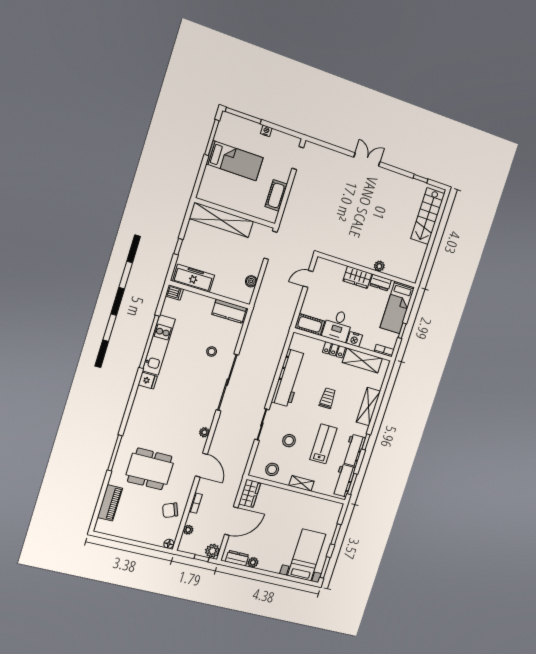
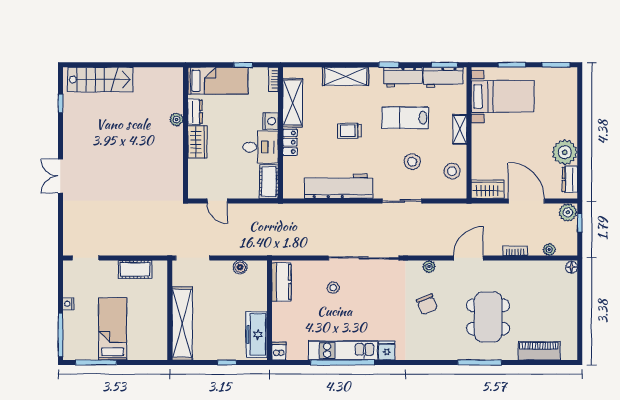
chair: (170, 510) -> (427, 304), moved
bed with nightstands: (307, 555) -> (503, 96), moved, turned 180
plant: (253, 562) -> (565, 152), width x1.87, depth x1.87

